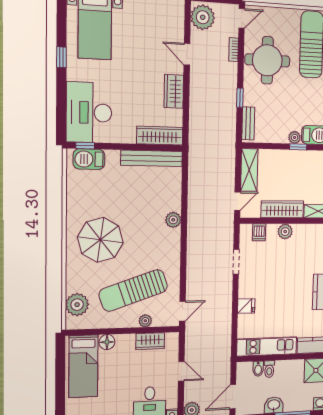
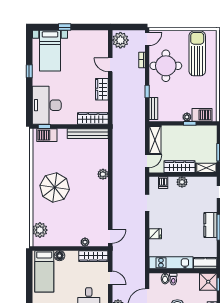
sun lounger: (133, 290) -> (77, 221), removed
wardrobe: (150, 341) -> (93, 256), width x1.50

